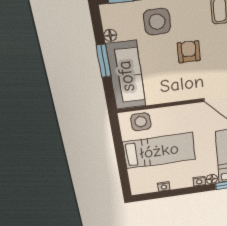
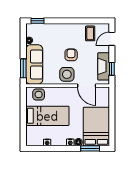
side table: (157, 22) -> (67, 74), moved
window: (104, 61) -> (23, 68), moved

